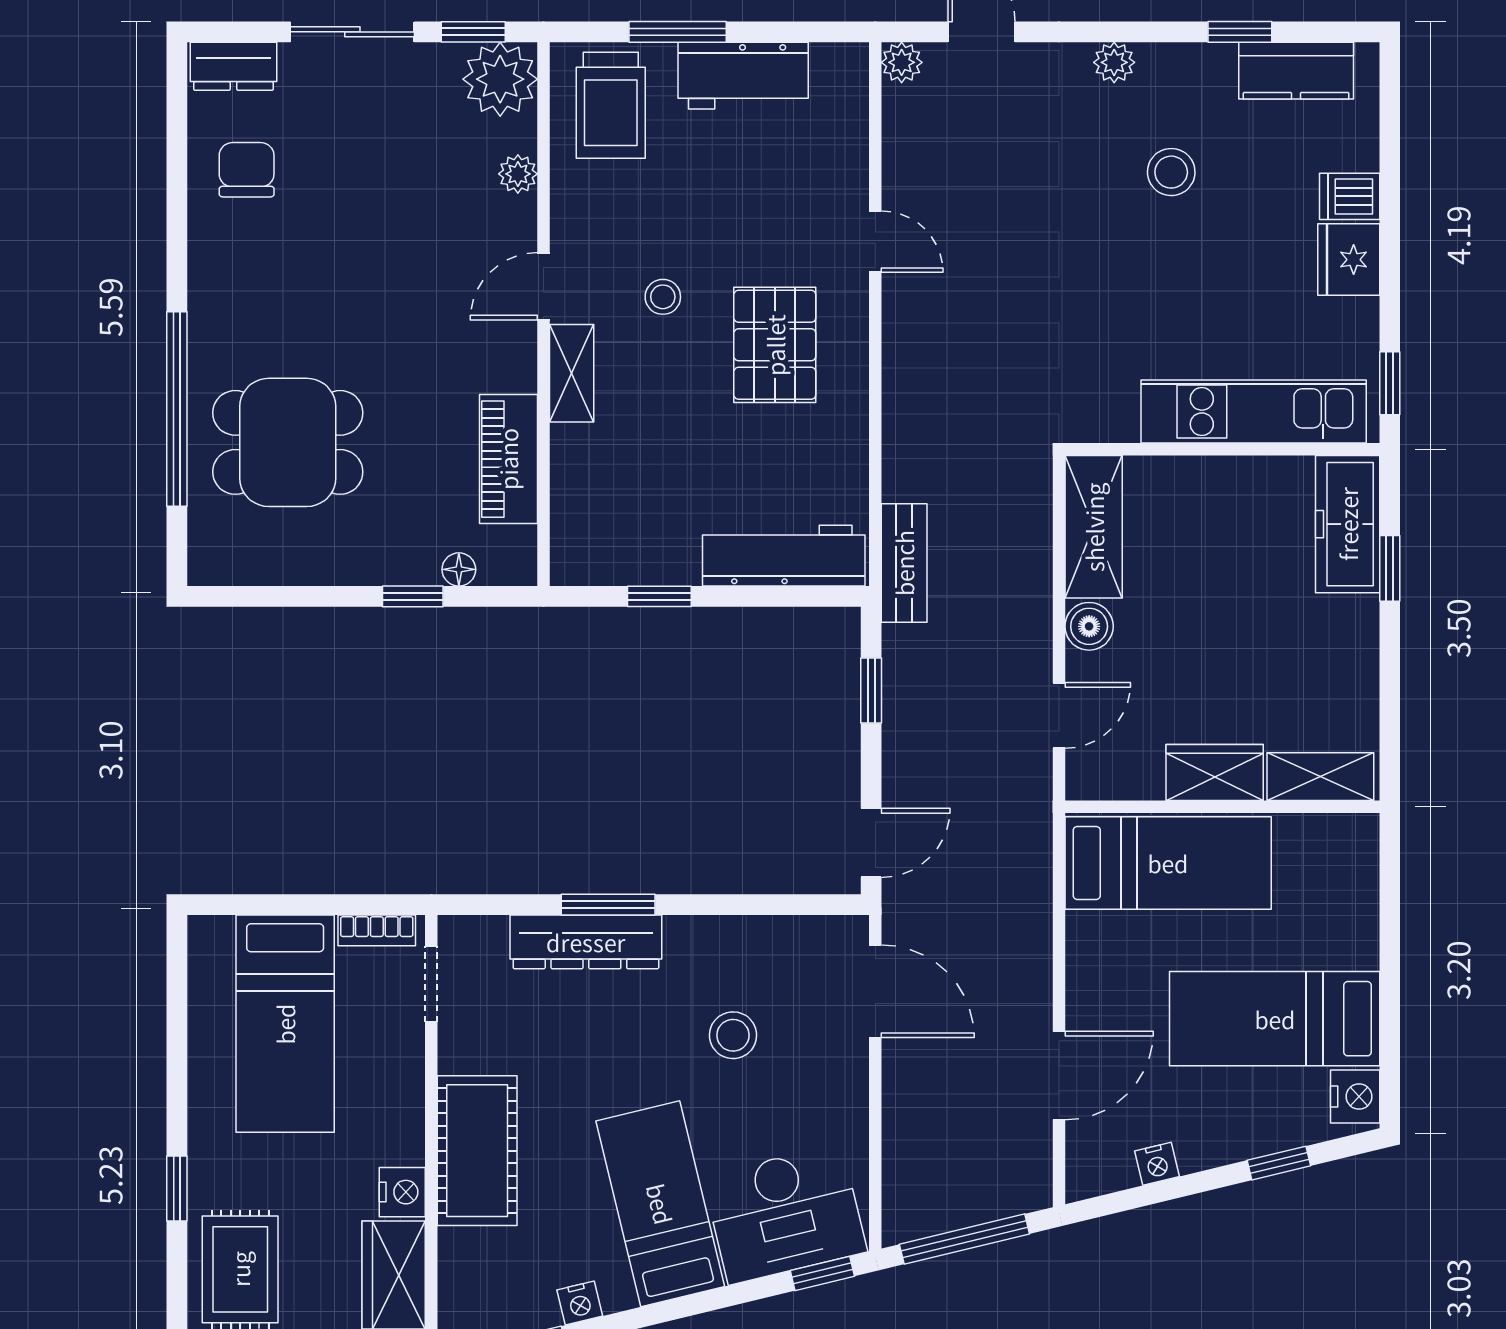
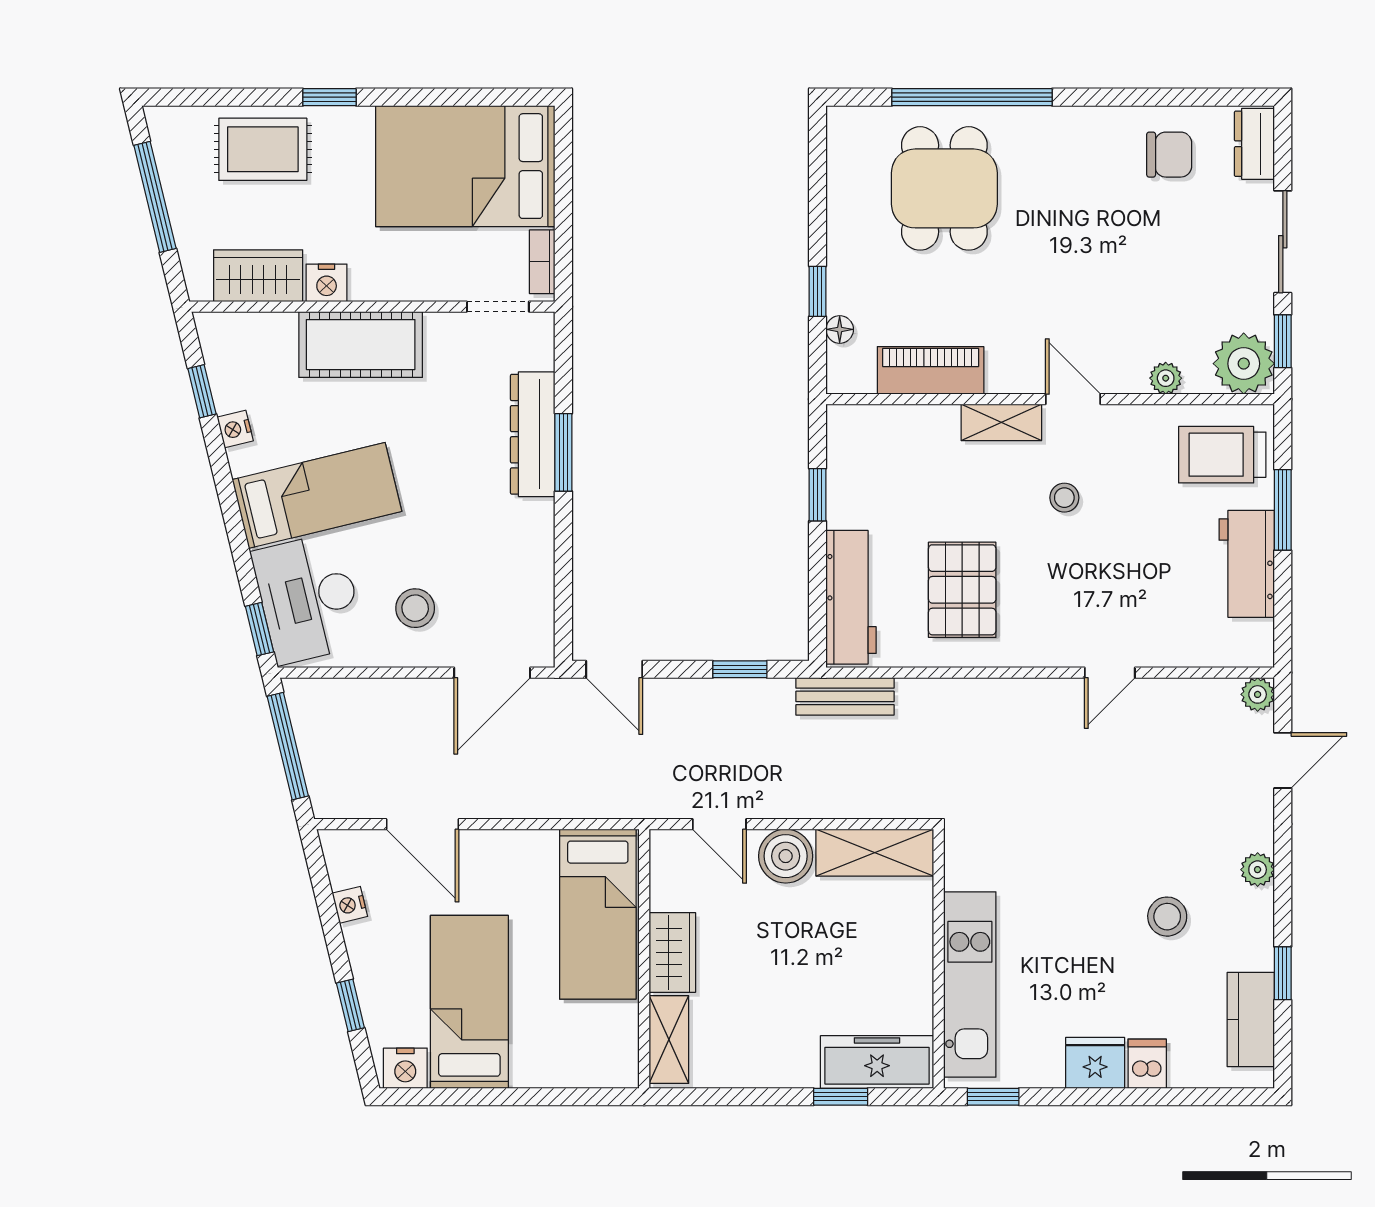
pallet: (775, 345) -> (962, 590), moved, turned 90
boiler: (1089, 626) -> (786, 856), width x1.36, depth x1.36
bed: (285, 1024) -> (465, 166), width x1.50
stool: (733, 1035) -> (415, 608), moved

